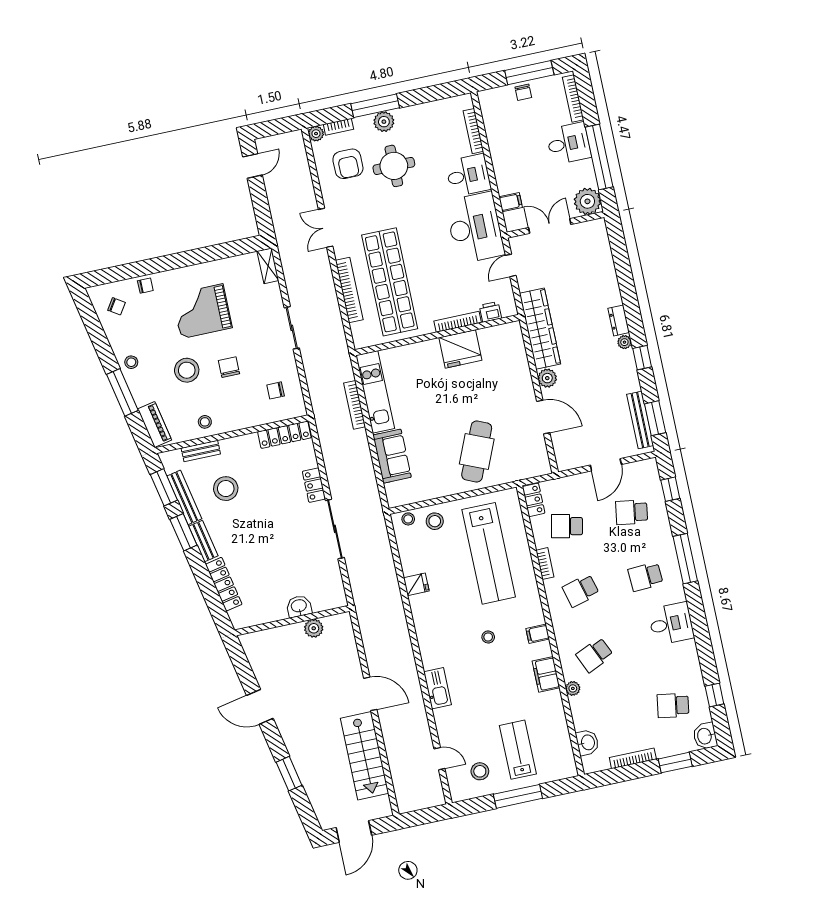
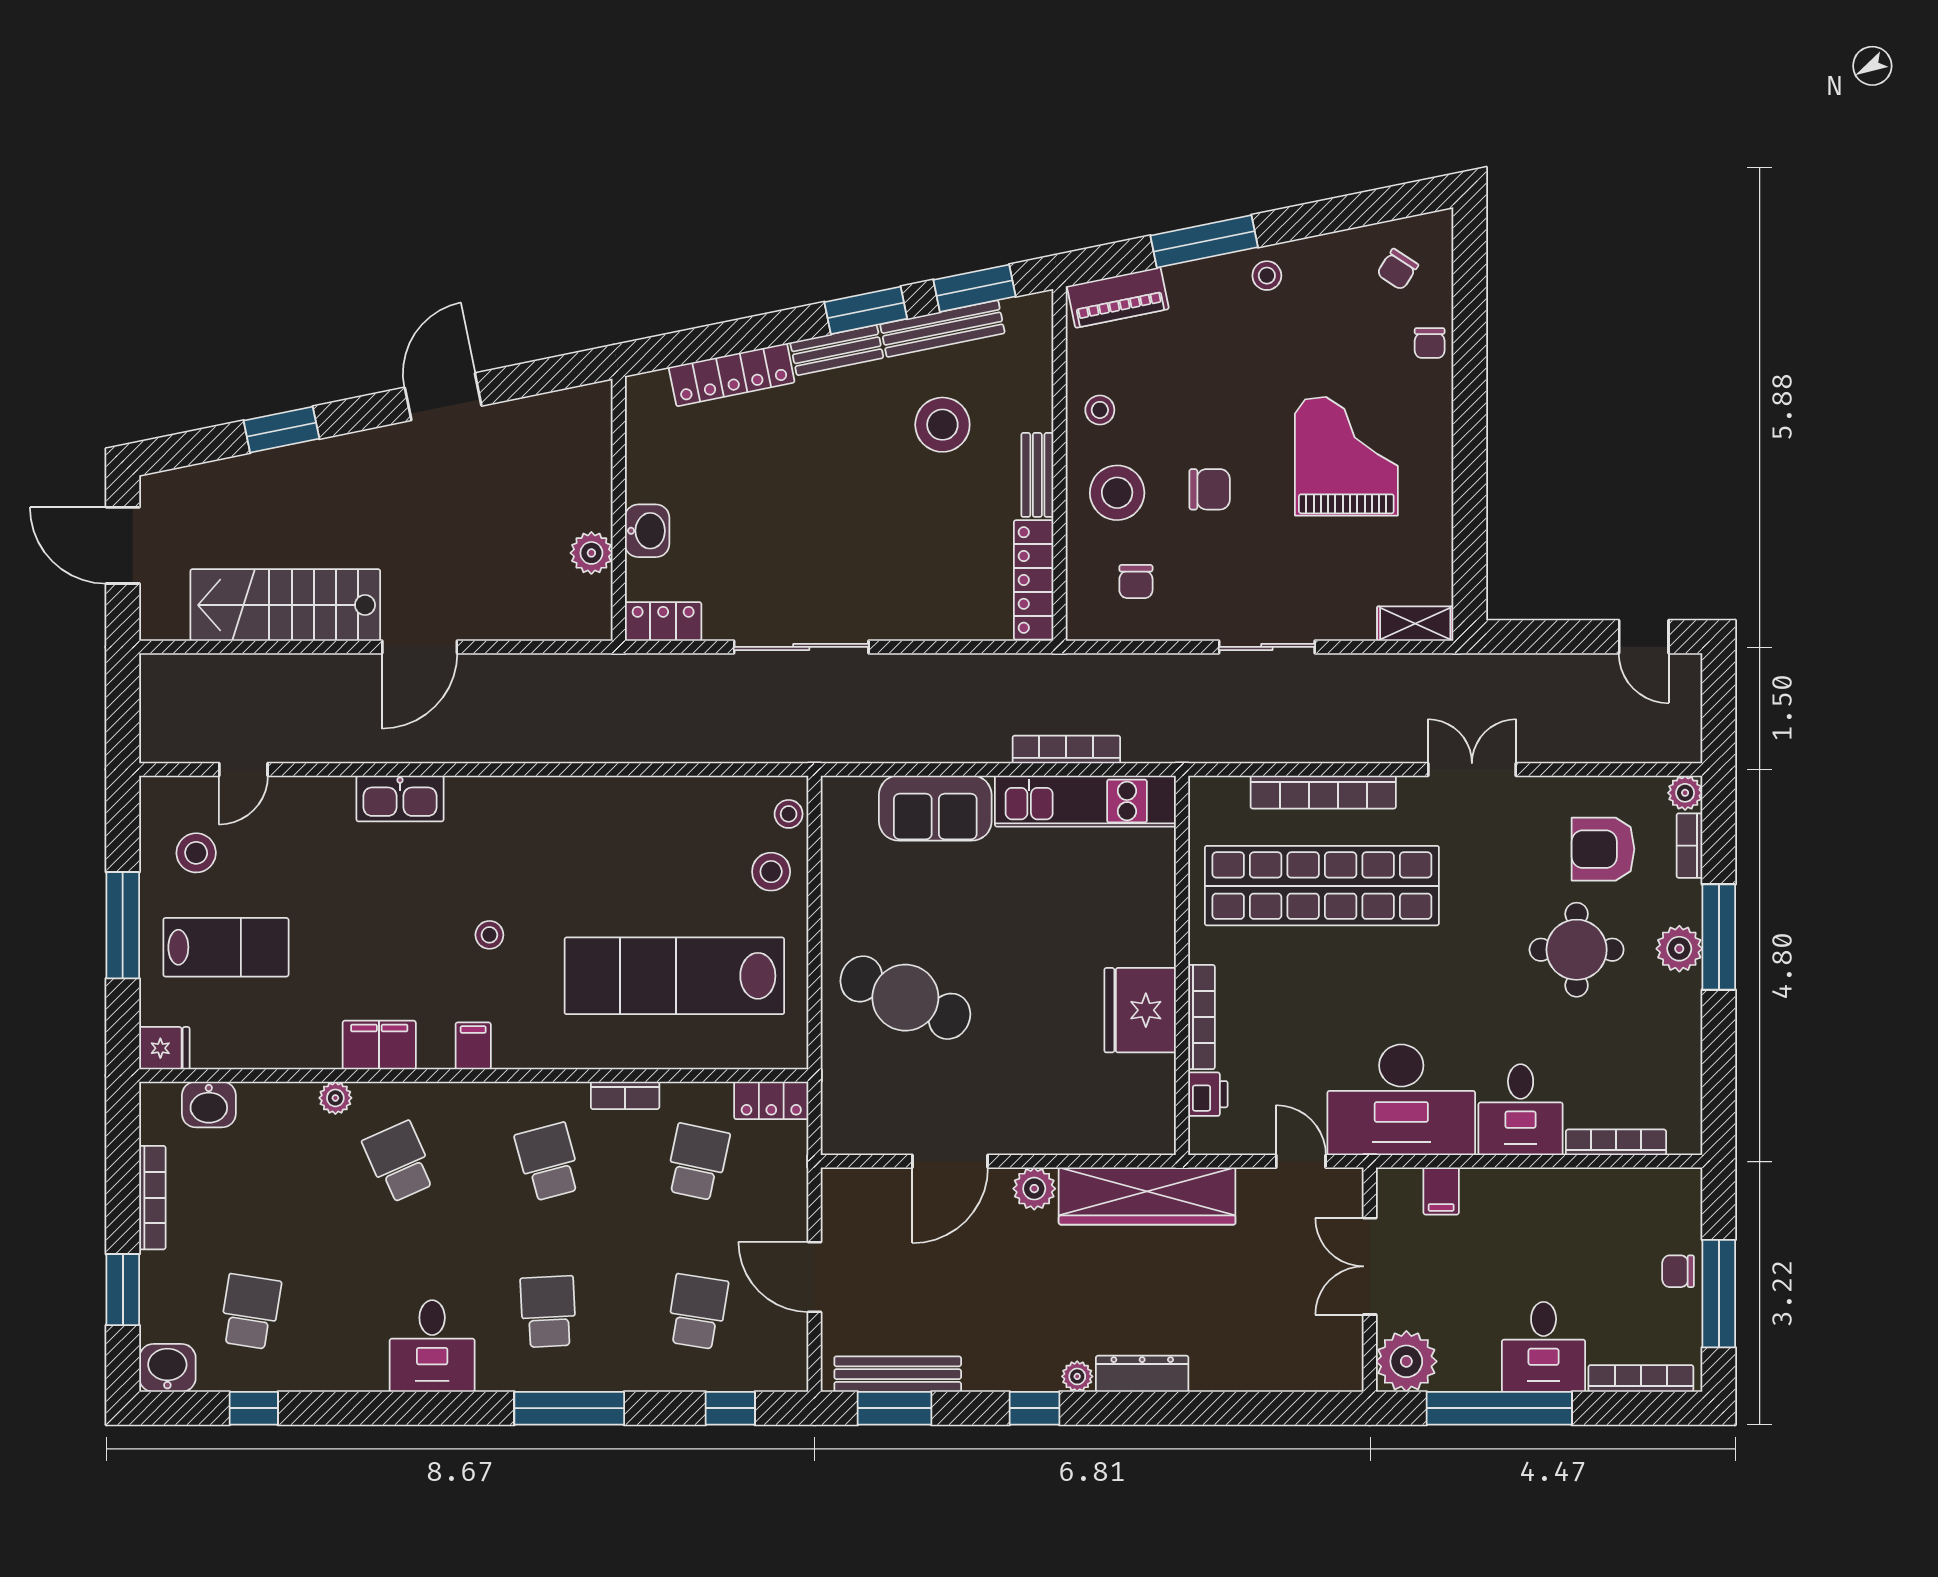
double door: (550, 226) -> (1370, 1266), swing flipped
dresser: (619, 320) -> (1142, 1374), width x1.44
stool: (187, 370) -> (1117, 493), moved
chair: (276, 390) -> (1136, 582), turned 180
bench: (201, 451) -> (1037, 475), moved
locker: (314, 485) -> (663, 621), moved
fridge: (416, 584) -> (164, 1048), moved, turned -90

